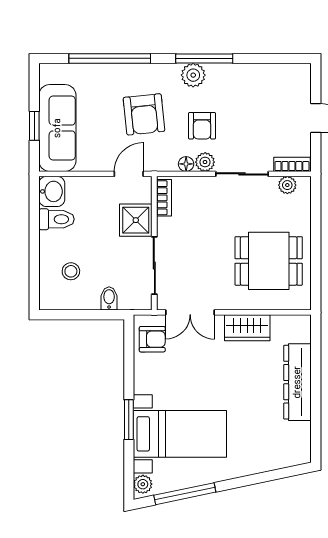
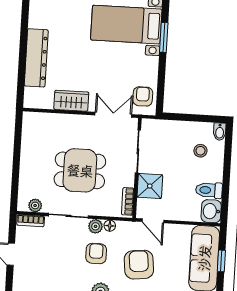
door: (129, 174) -> (153, 221), hinge flipped
dining table: (269, 261) -> (80, 170), moved
bidet: (109, 298) -> (220, 132), moved
armchair: (152, 339) -> (143, 96), turned 90

